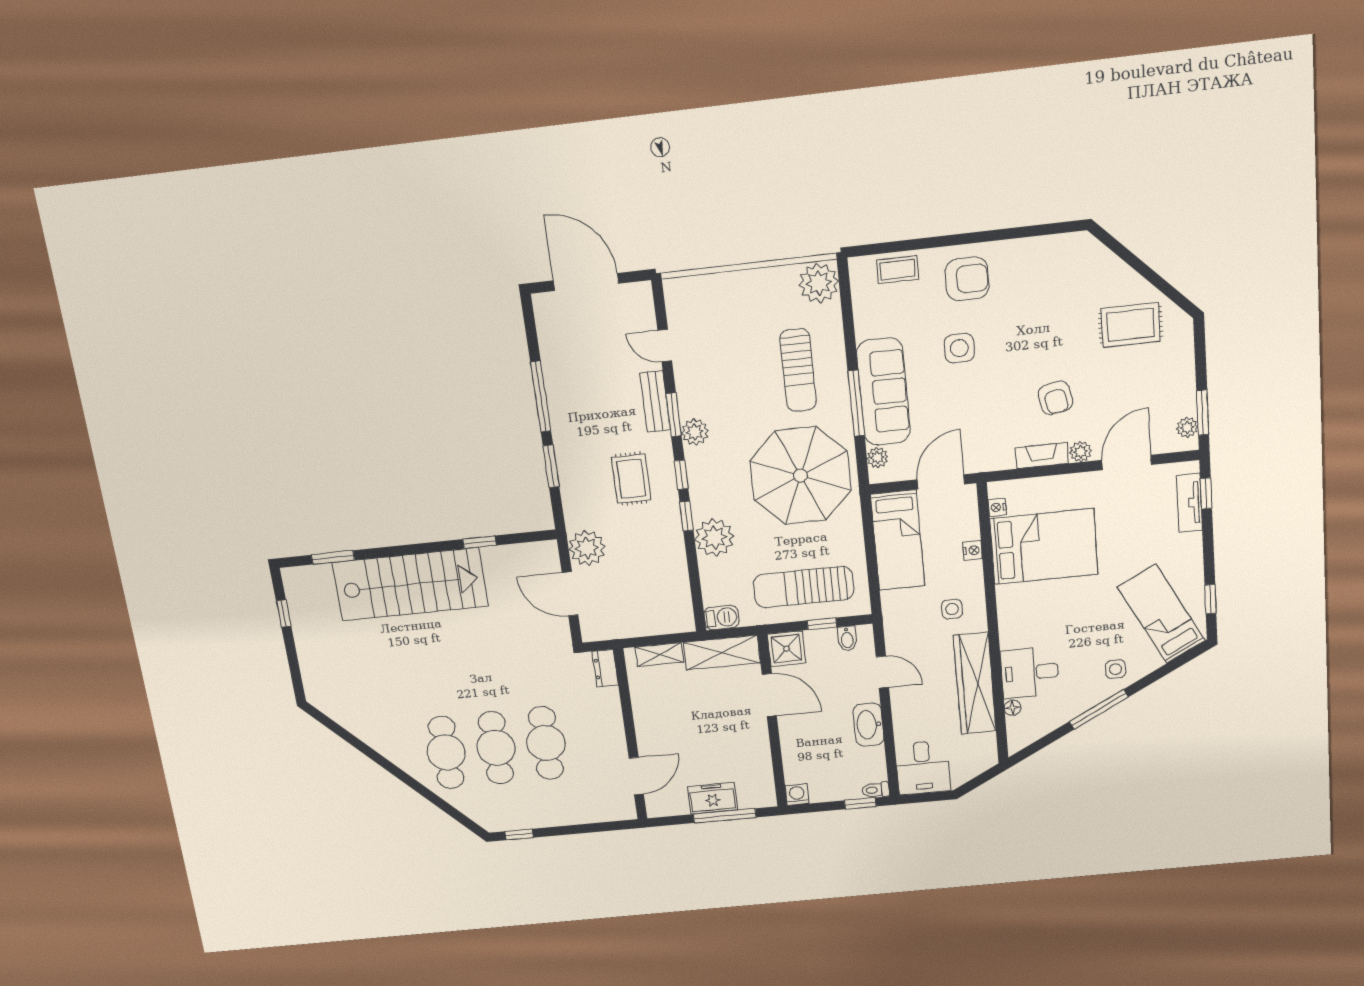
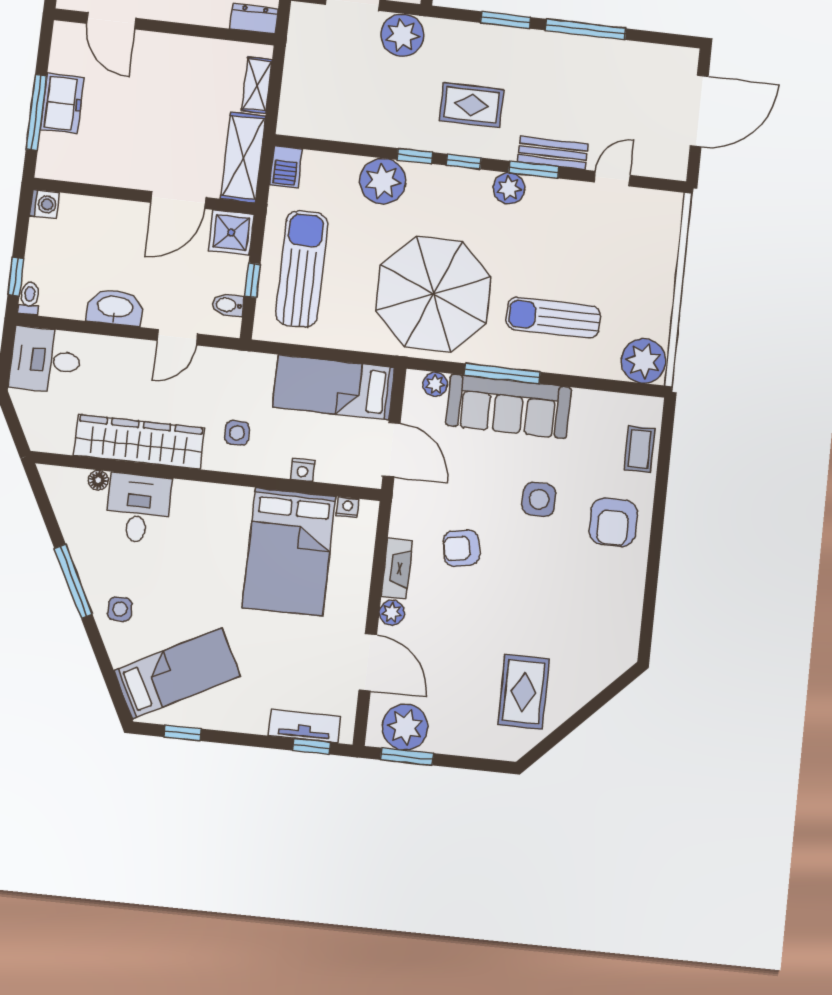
armchair: (1055, 398) -> (461, 548), moved
plant: (1187, 428) -> (405, 727), width x1.87, depth x1.87

